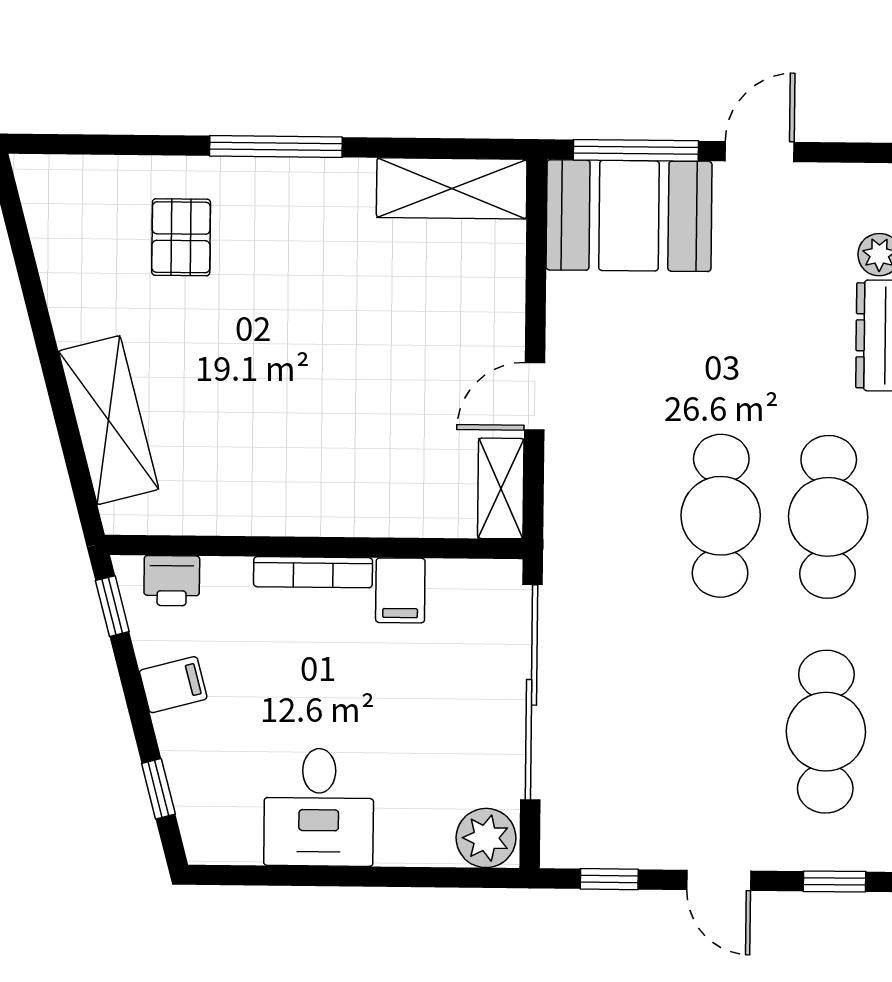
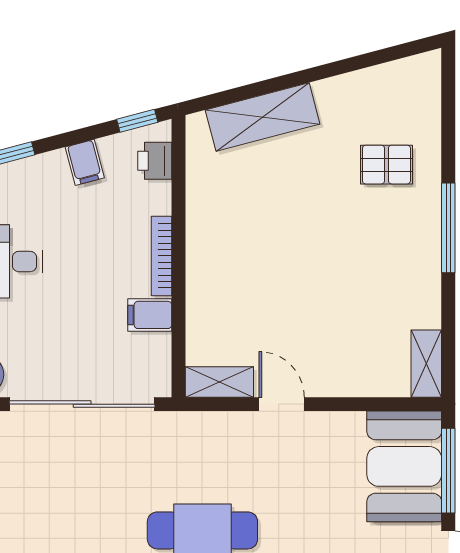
shelving: (452, 188) -> (426, 364), width x0.67, depth x0.75

